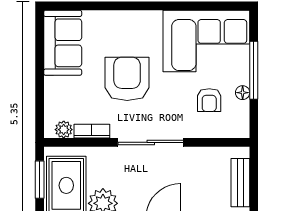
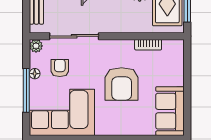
plant: (64, 130) -> (36, 46), moved
sliding door: (151, 142) -> (74, 36), moved

